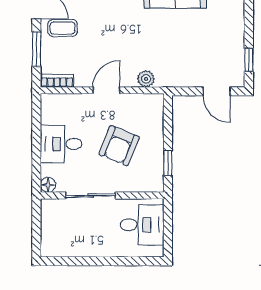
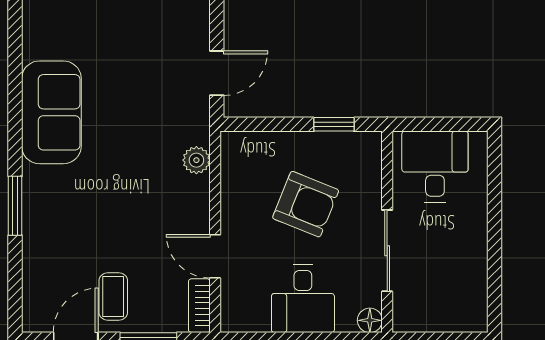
door: (106, 90) -> (215, 256), moved
door: (217, 91) -> (217, 73), moved

